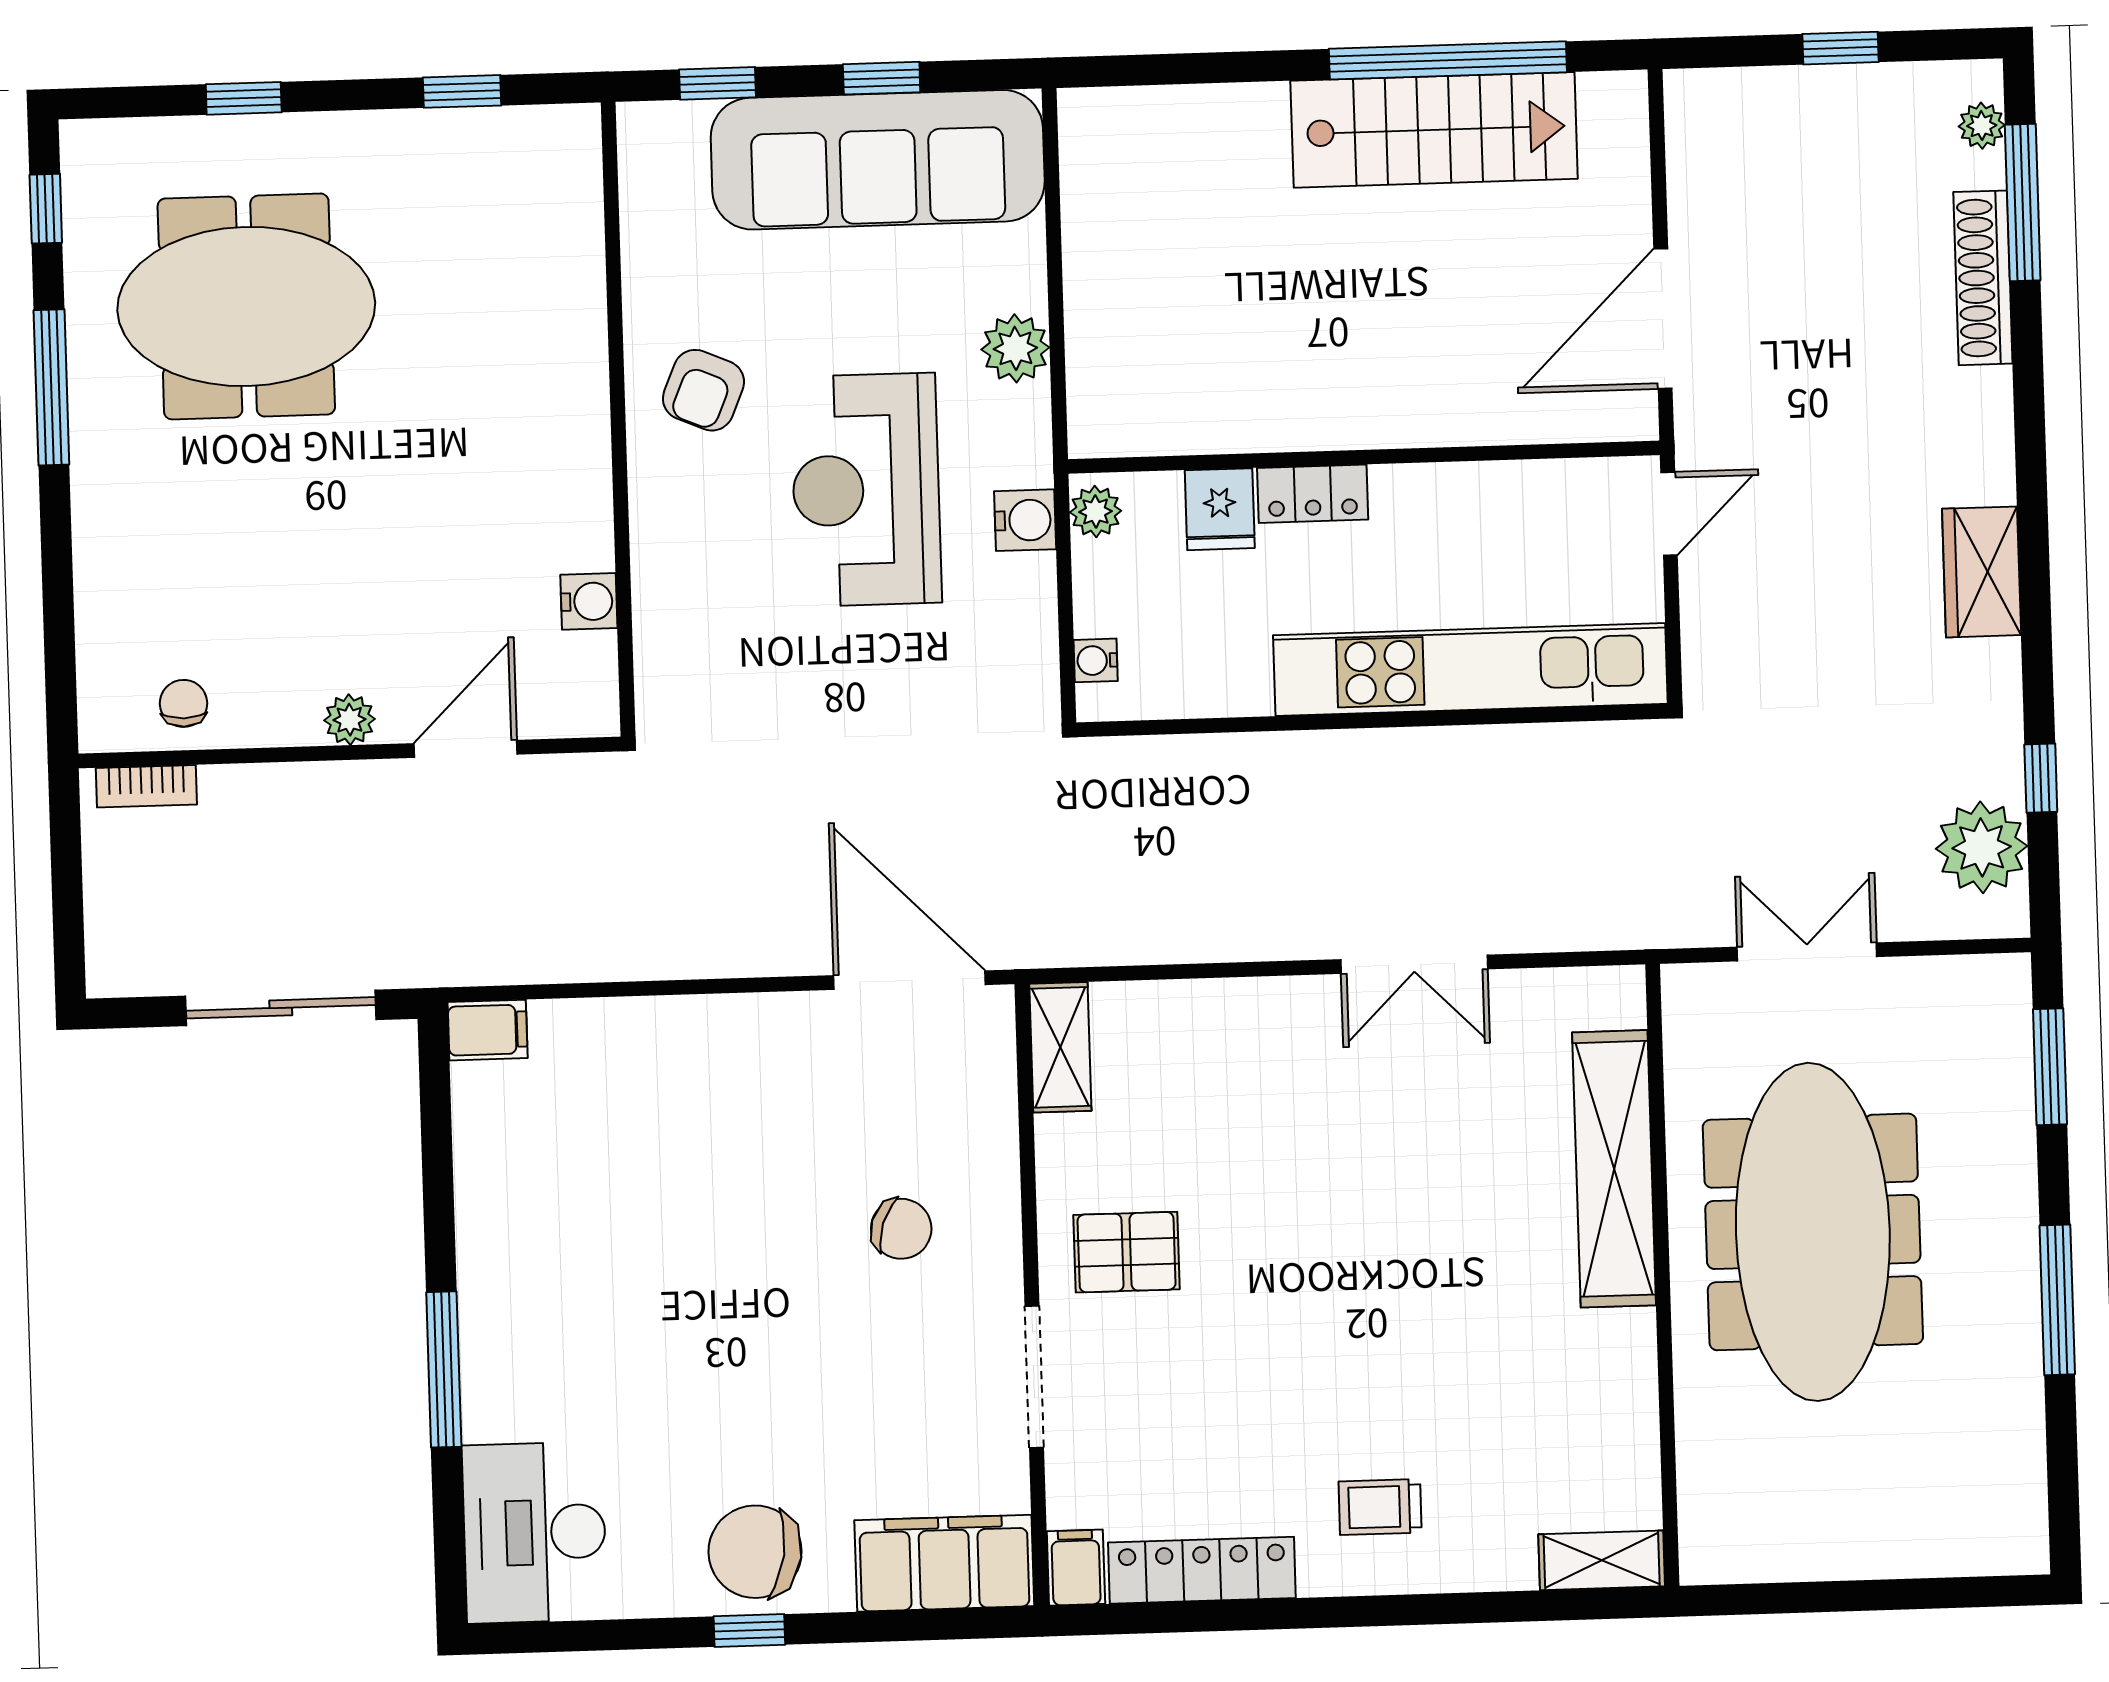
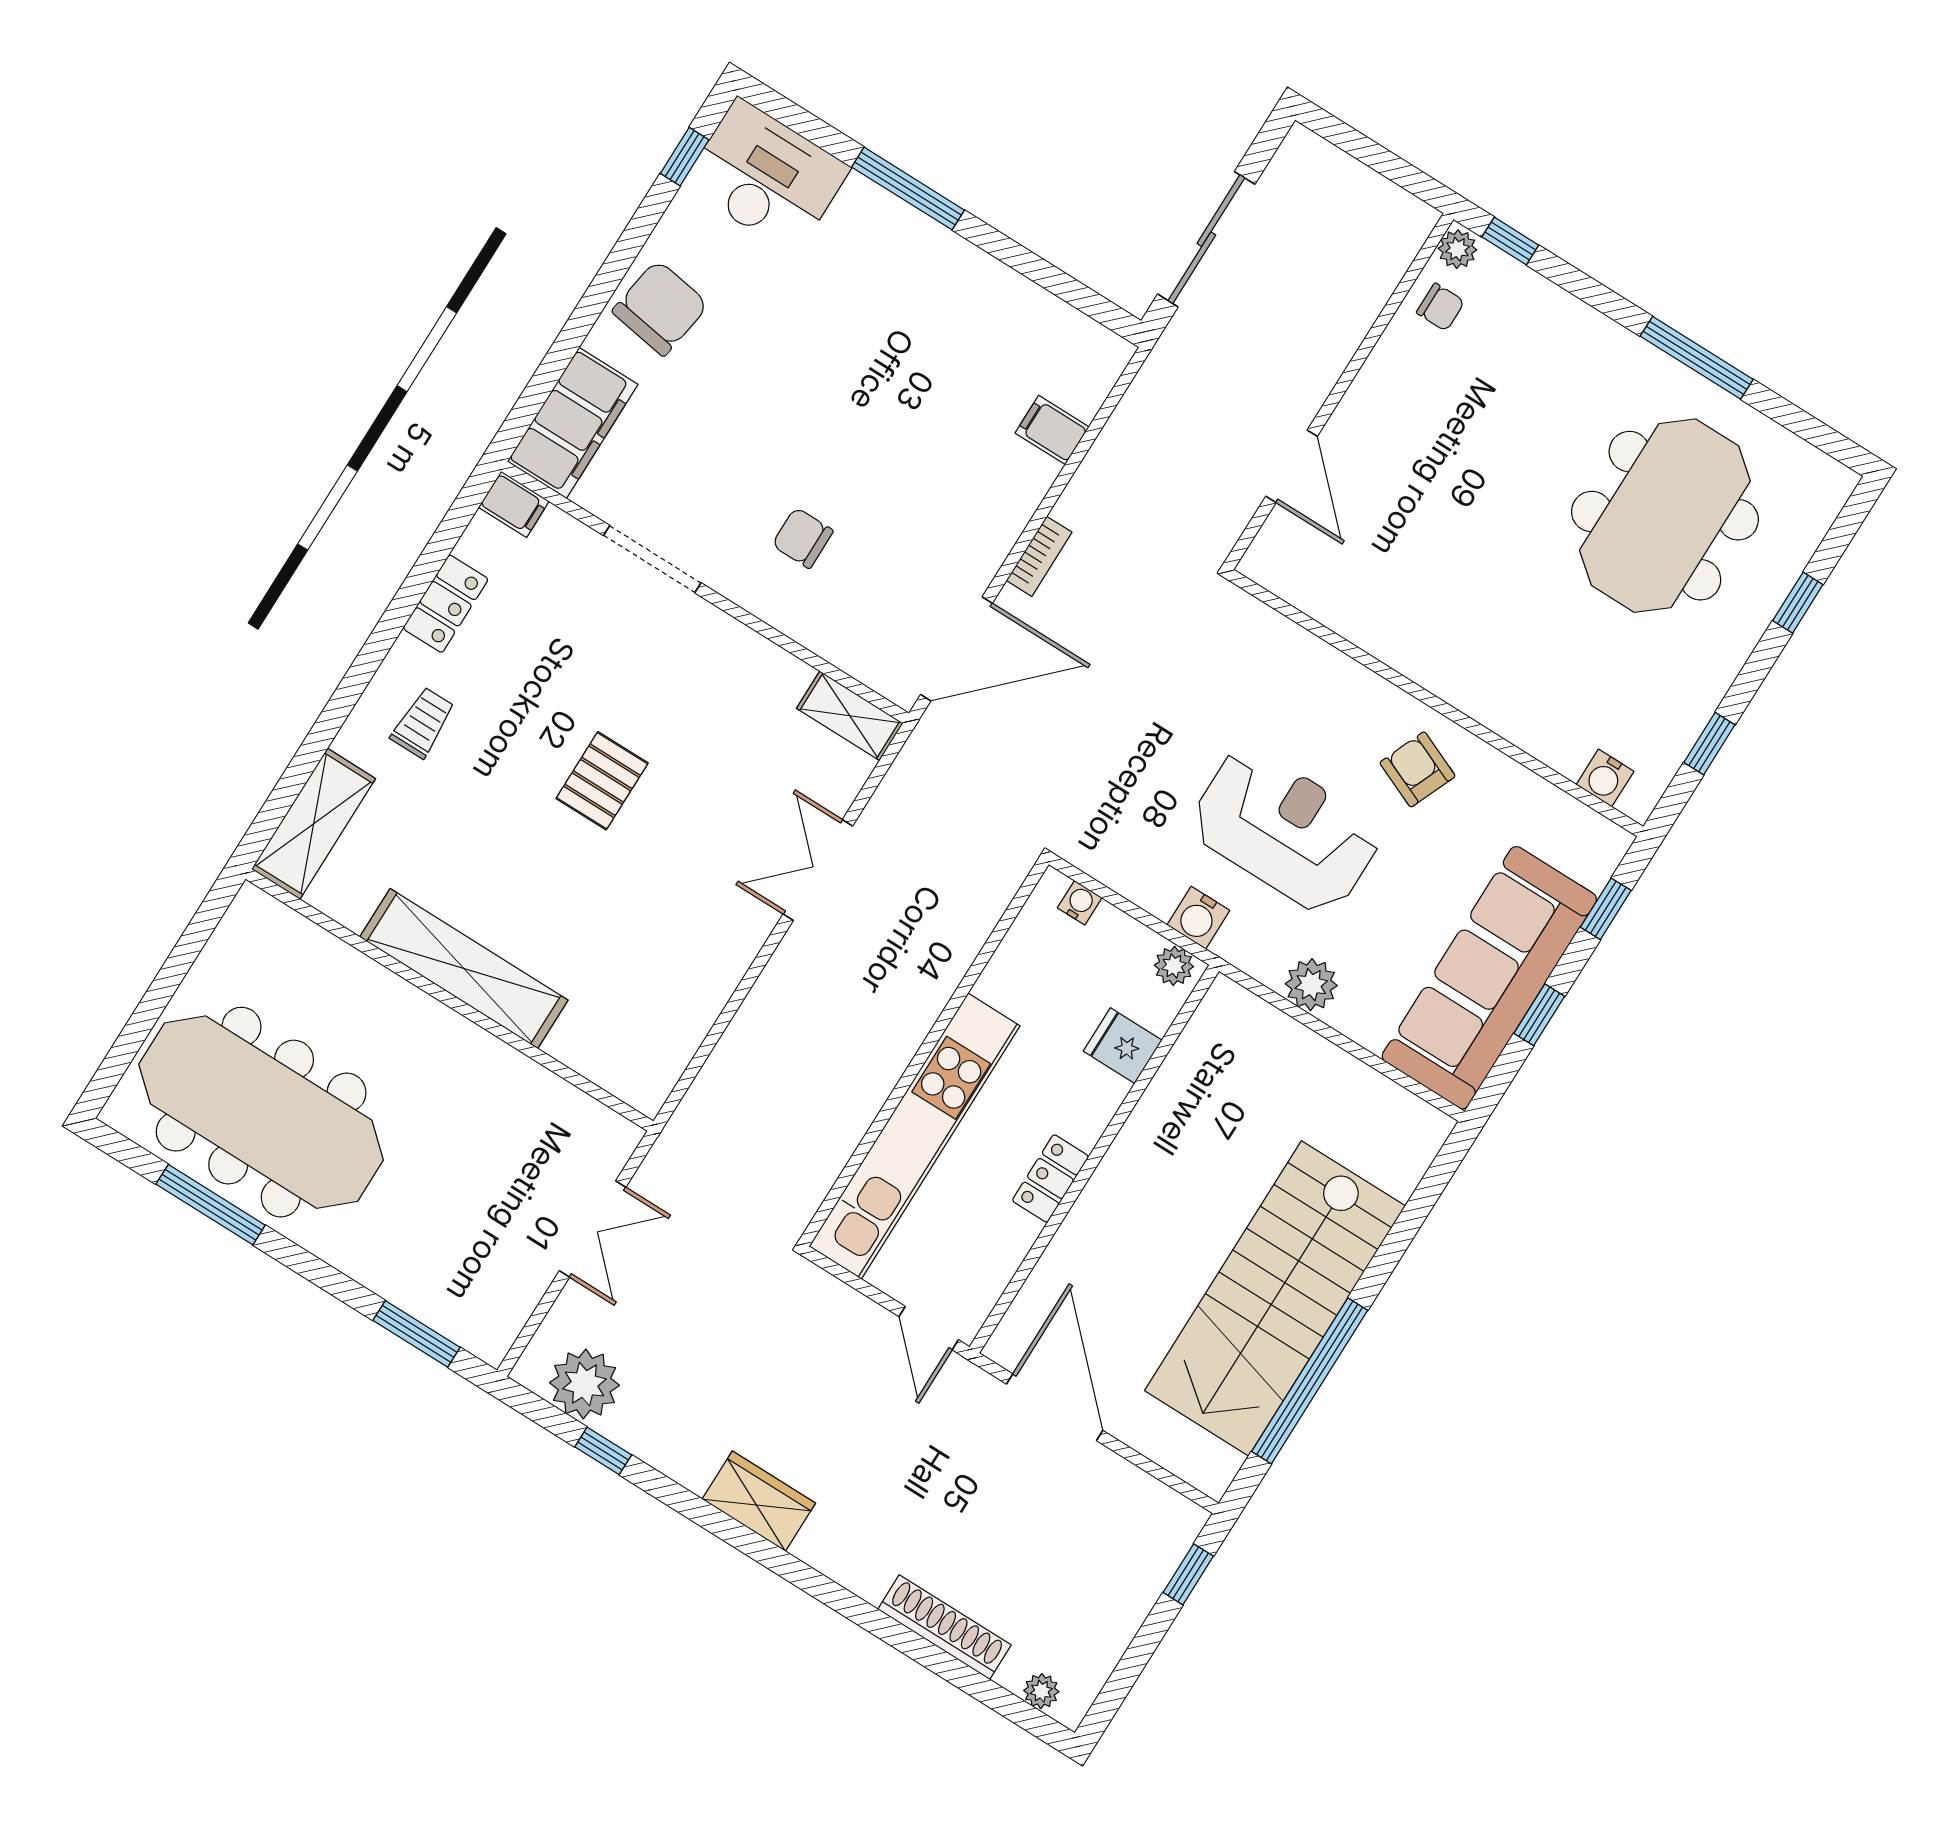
window: (1841, 48) -> (1188, 1574), moved
stairs: (1434, 130) -> (1275, 1298), width x1.36, depth x1.51
window: (2023, 203) -> (975, 1684), removed
window: (46, 209) -> (1510, 241), moved
locker: (1313, 494) -> (1050, 1178), moved
water cooler: (589, 601) -> (1605, 778), moved
plant: (350, 720) -> (1457, 249), moved
bookcase: (146, 786) -> (1039, 556), moved, turned 180
double door: (1414, 964) -> (818, 870), moved
filing cabinet: (488, 1030) -> (1052, 430), moved, turned 90
shelving: (1614, 1169) -> (464, 969), moved
chair: (901, 1229) -> (803, 538), turned 71
meeting table: (1813, 1232) -> (261, 1112), moved
pallet: (1127, 1252) -> (602, 781), moved
window: (2057, 1300) -> (211, 1205), moved
shelving: (1602, 1560) -> (314, 824), width x1.50, depth x1.33
locker: (1202, 1570) -> (446, 604), width x0.66
window: (749, 1630) -> (685, 157), moved

